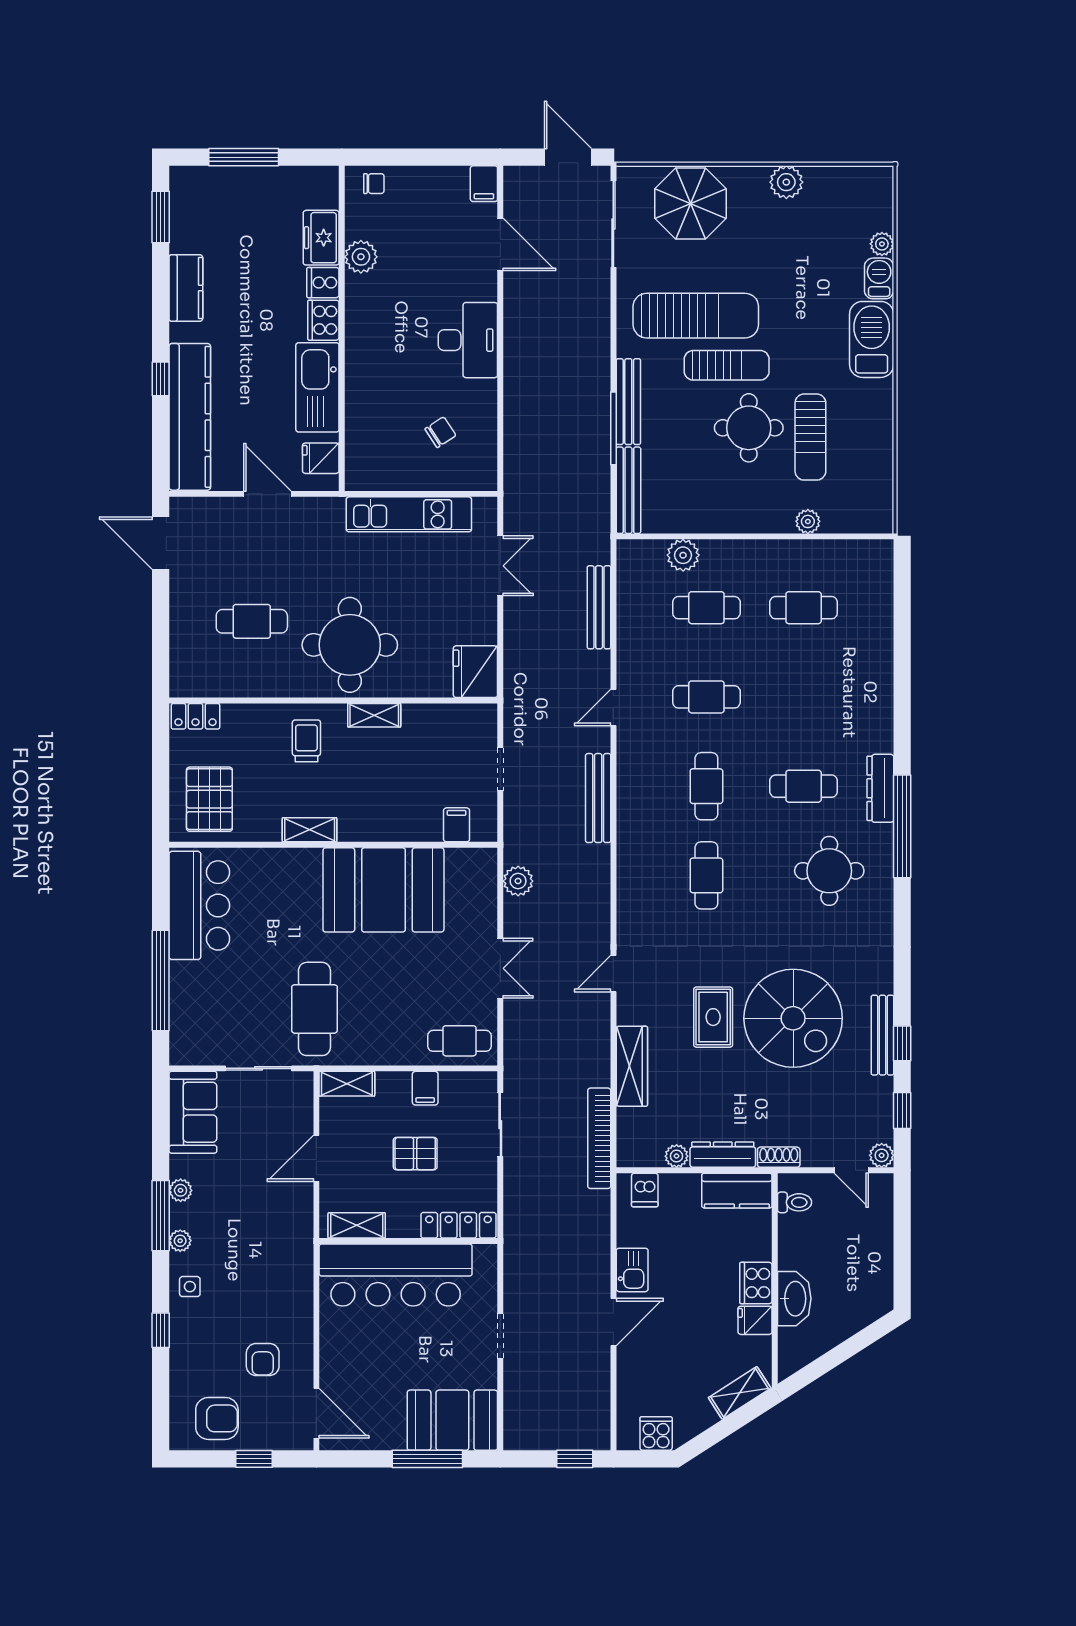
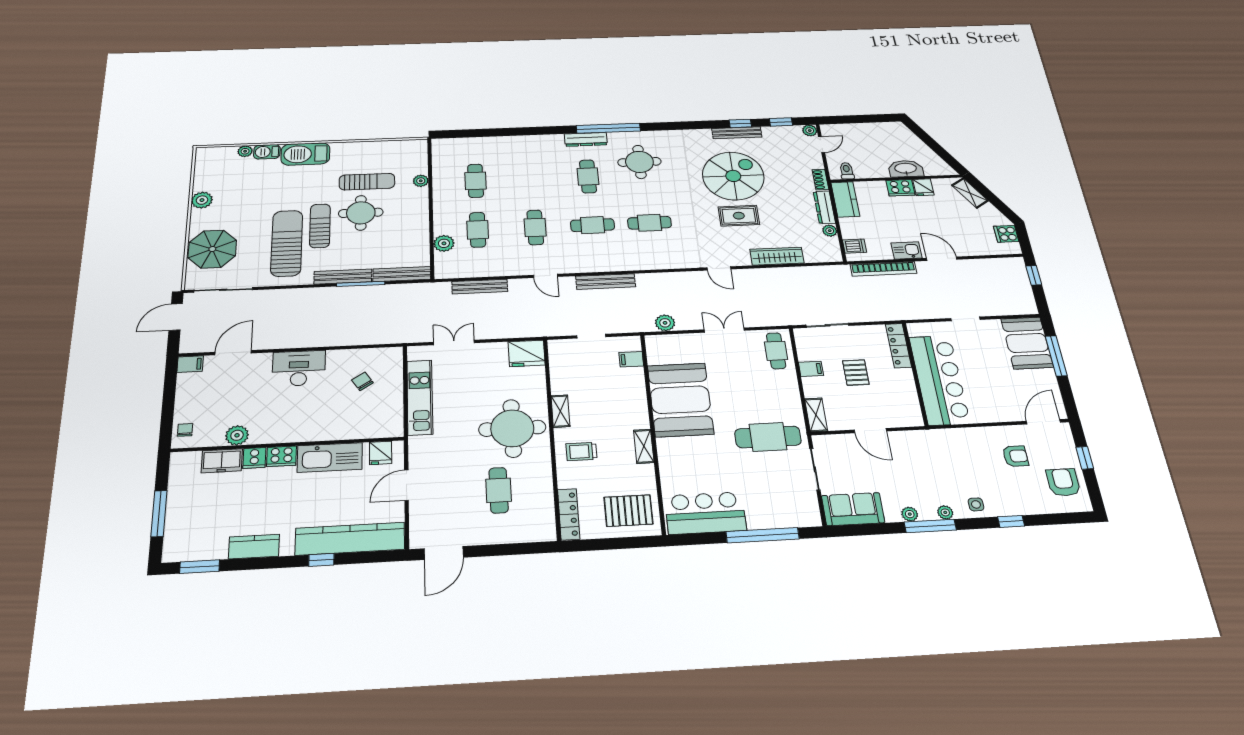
locker: (195, 716) -> (569, 514), width x1.53
bookcase: (599, 1138) -> (883, 269), moved
shelving: (357, 1225) -> (911, 404), removed

